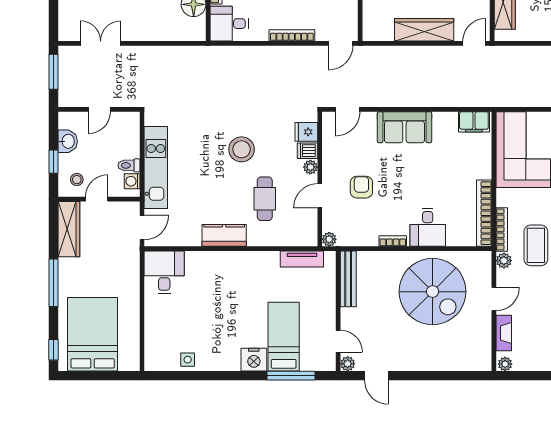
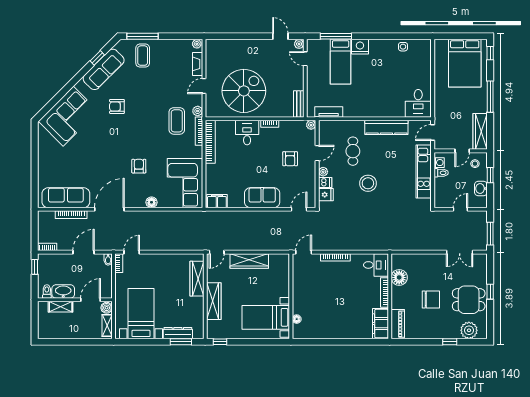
kitchen counter: (224, 235) -> (386, 127), width x1.50
bench: (348, 279) -> (299, 104), width x0.73
spiral stairs: (433, 292) -> (244, 91), turned 90

